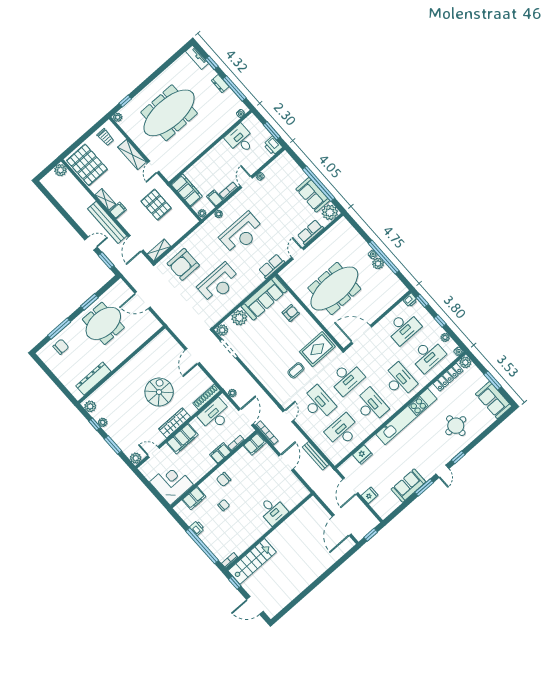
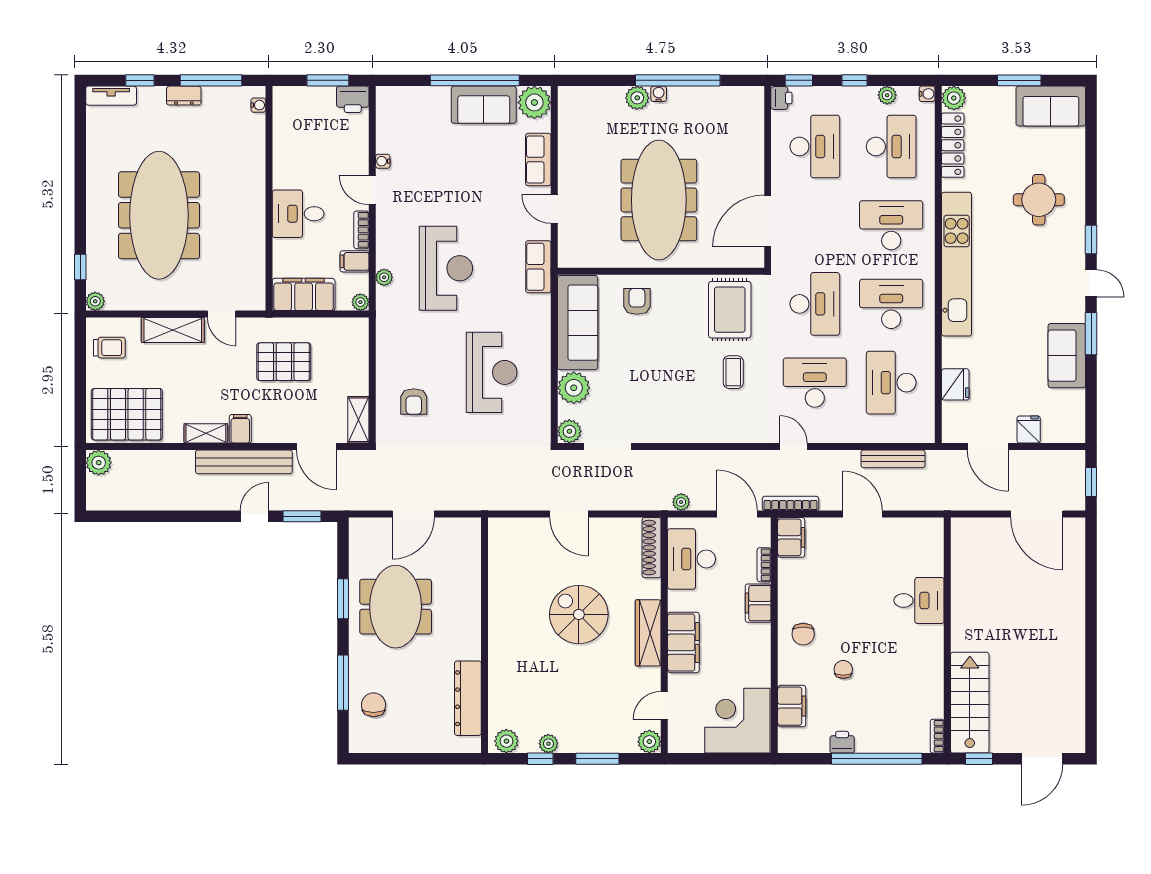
desk: (240, 139) -> (298, 214), moved
armchair: (183, 264) -> (414, 402), width x0.53, depth x0.53
plant: (378, 264) -> (637, 98), moved

